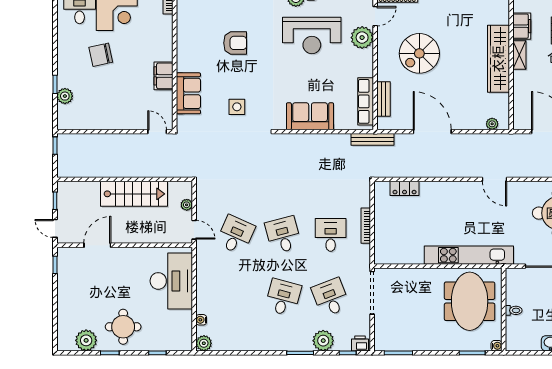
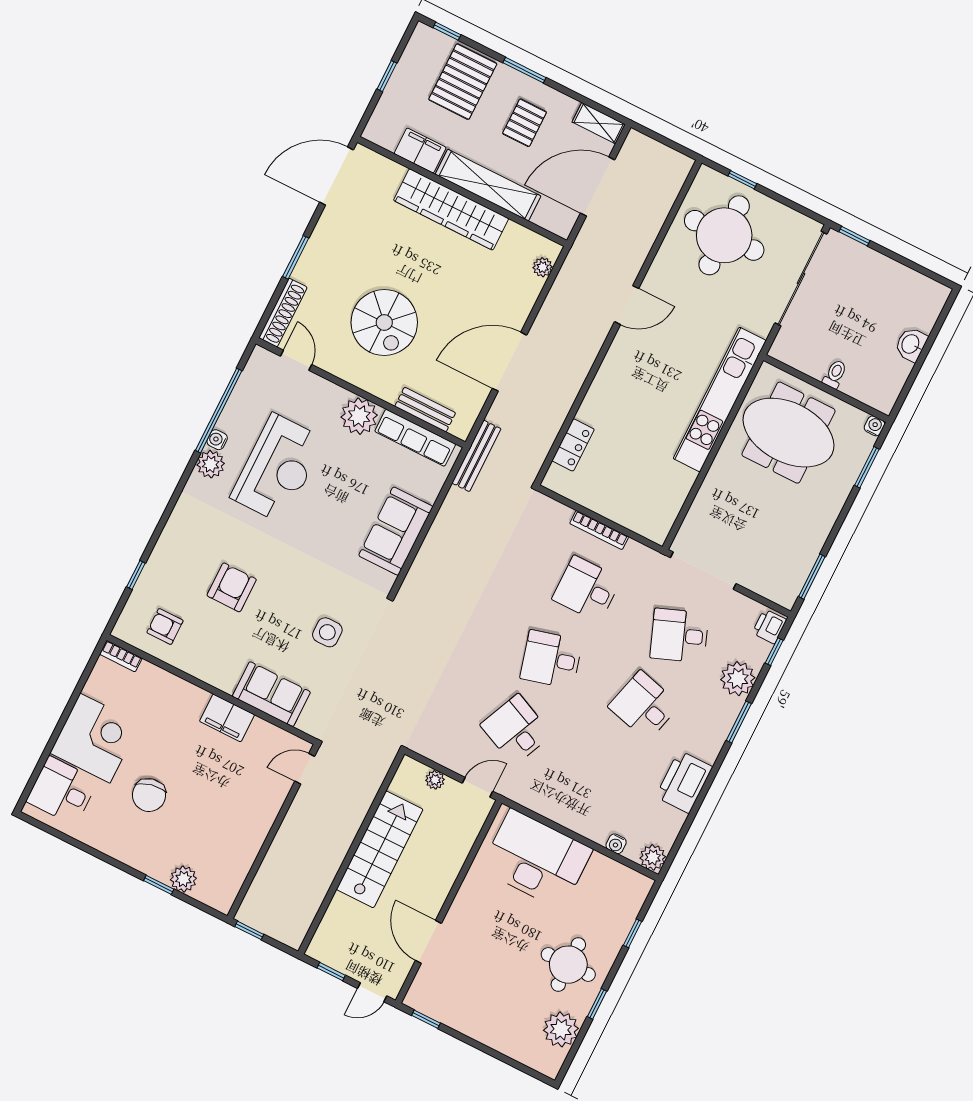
armchair: (196, 18) -> (165, 626), added
plant: (362, 38) -> (359, 416), moved
shelving: (519, 55) -> (488, 185), width x2.20, depth x1.33
printer: (253, 340) -> (684, 782), added

